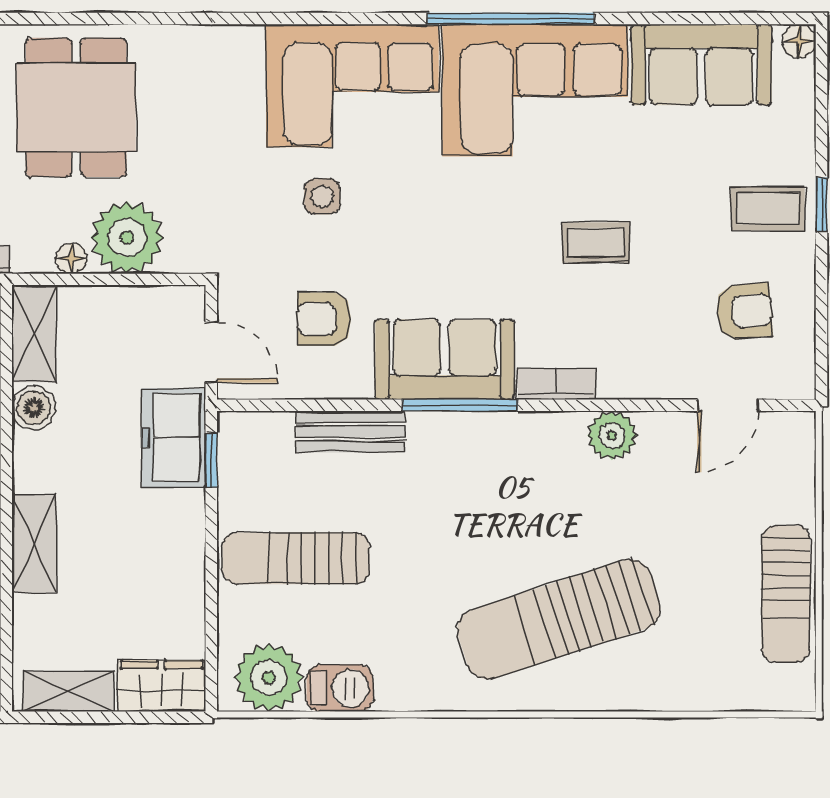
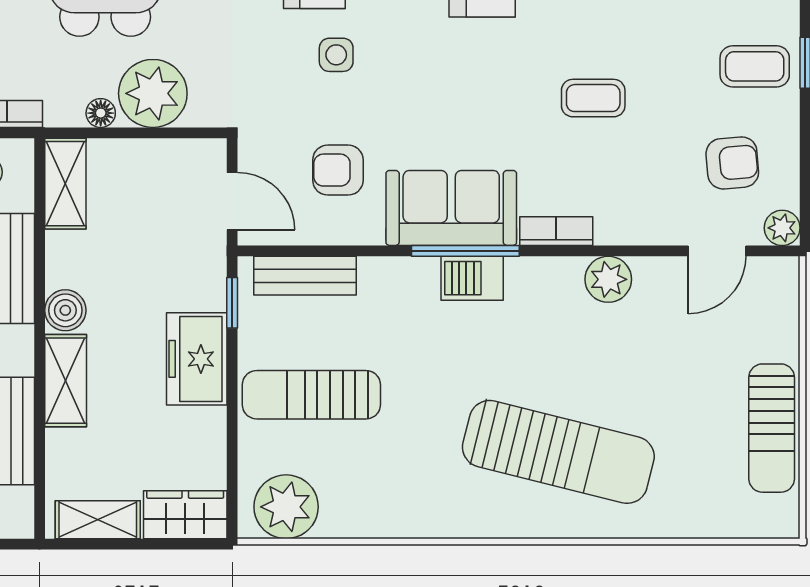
plant: (797, 381) -> (782, 228), added
boiler: (34, 408) -> (65, 310), moved
bench: (351, 432) -> (305, 276), moved
freezer: (174, 438) -> (197, 359), moved
sun lounger: (559, 619) -> (558, 452), turned -148
barbecue: (340, 688) -> (472, 278), moved, turned 180

